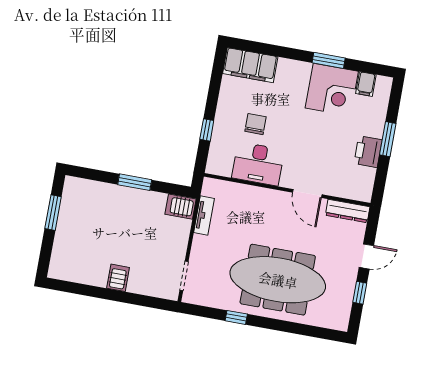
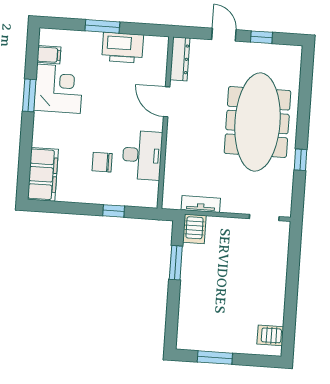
printer: (368, 152) -> (123, 48), width x1.37, depth x1.19
window: (135, 182) -> (176, 263), moved
door: (307, 193) -> (167, 102), swing flipped
server rack: (118, 278) -> (270, 335), moved

